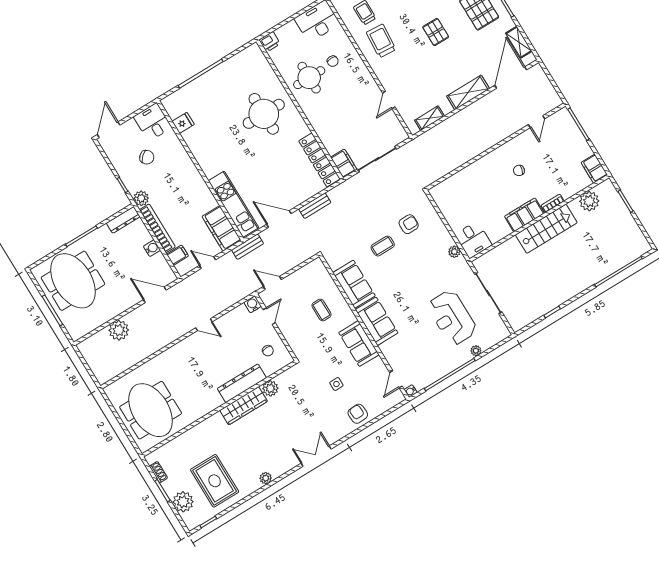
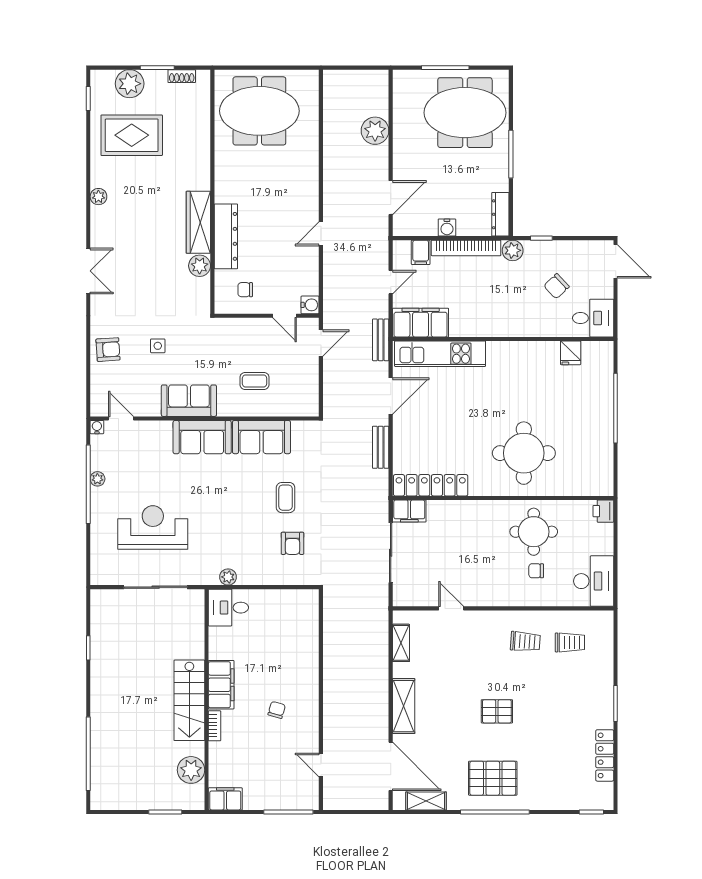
trolley: (381, 41) -> (525, 642), width x0.73, depth x0.72
plant: (476, 351) -> (97, 479), moved

